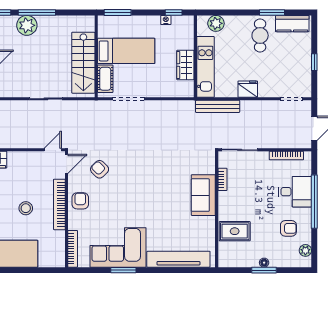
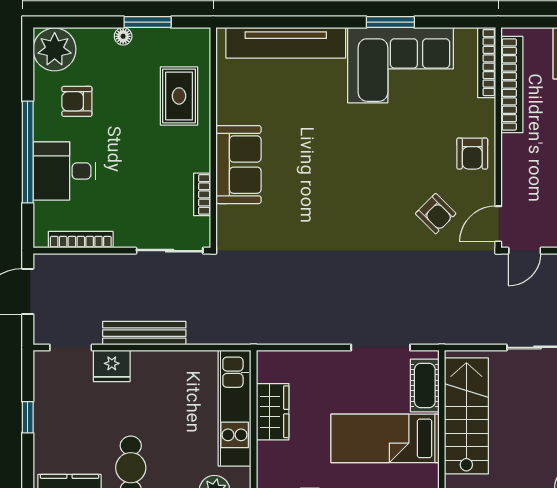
fridge: (248, 89) -> (112, 366), moved
bench: (218, 106) -> (144, 333), moved
bookcase: (59, 204) -> (512, 85), moved
rug: (235, 231) -> (179, 96), turned 90
plant: (305, 250) -> (55, 49), width x1.87, depth x1.87
window: (264, 270) -> (148, 22), moved

